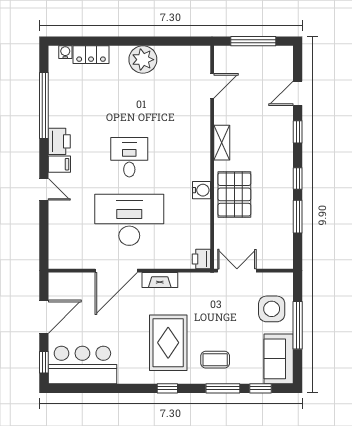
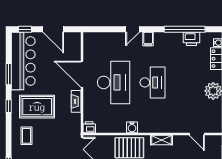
printer: (59, 141) -> (192, 39), moved
desk: (129, 157) -> (152, 82), width x1.37
bar counter: (82, 365) -> (23, 61), width x1.36
window: (223, 388) -> (9, 74), moved

